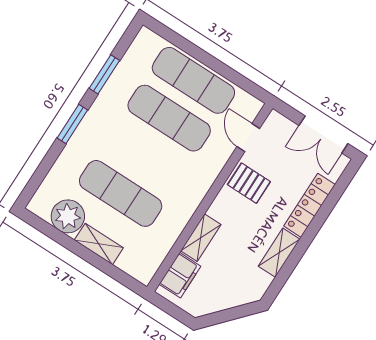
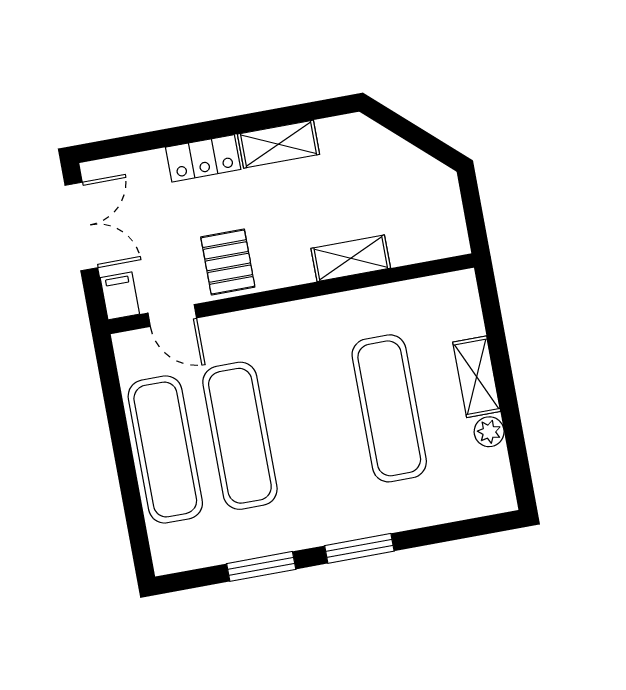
door: (248, 138) -> (172, 316), hinge flipped
locker: (309, 205) -> (203, 158), width x0.66
plant: (68, 216) -> (489, 432), width x0.53, depth x0.53
filing cabinet: (180, 275) -> (120, 296), moved, width x0.50

